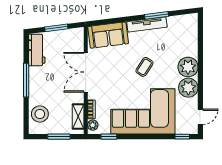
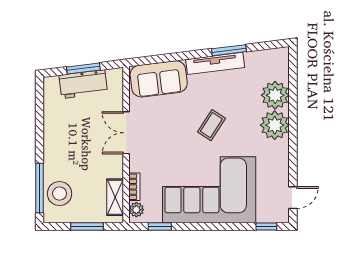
workbench: (37, 50) -> (83, 84), moved, turned 83
double door: (86, 72) -> (126, 133), width x0.73
window: (26, 80) -> (39, 188), moved
plant: (188, 88) -> (275, 95), moved

